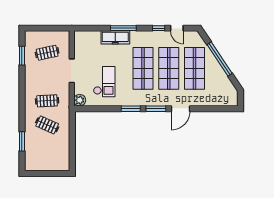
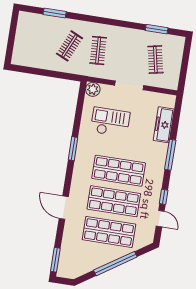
door: (177, 28) -> (160, 219), swing flipped
freezer: (115, 37) -> (164, 125), moved
checkout: (104, 82) -> (110, 122), turned 180
window: (156, 109) -> (55, 260), moved

